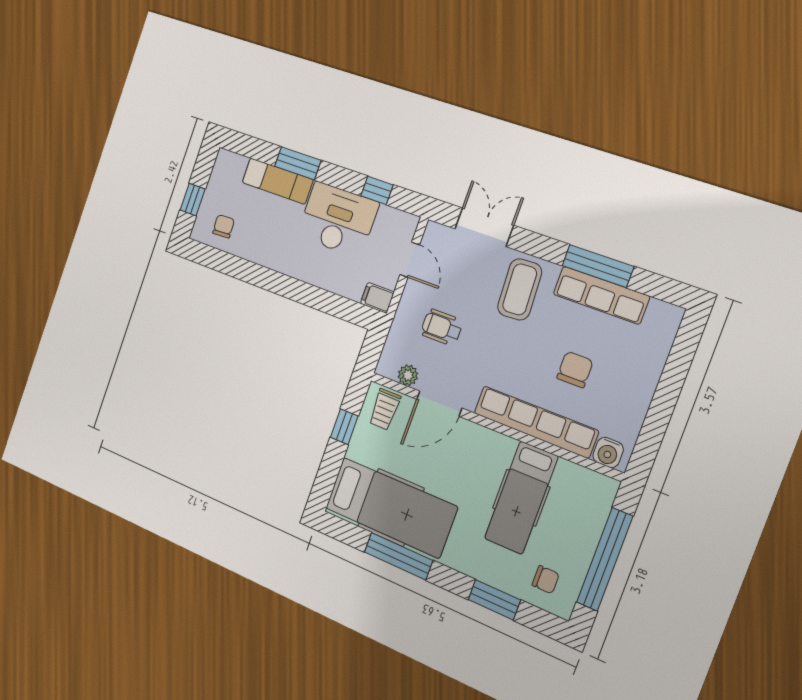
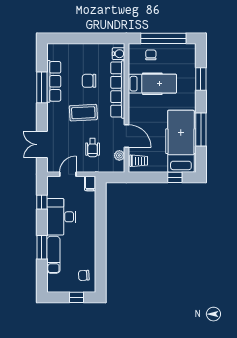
coffee table: (520, 289) -> (83, 113), moved
window: (344, 427) -> (175, 177), moved
chair: (546, 580) -> (151, 55), moved

